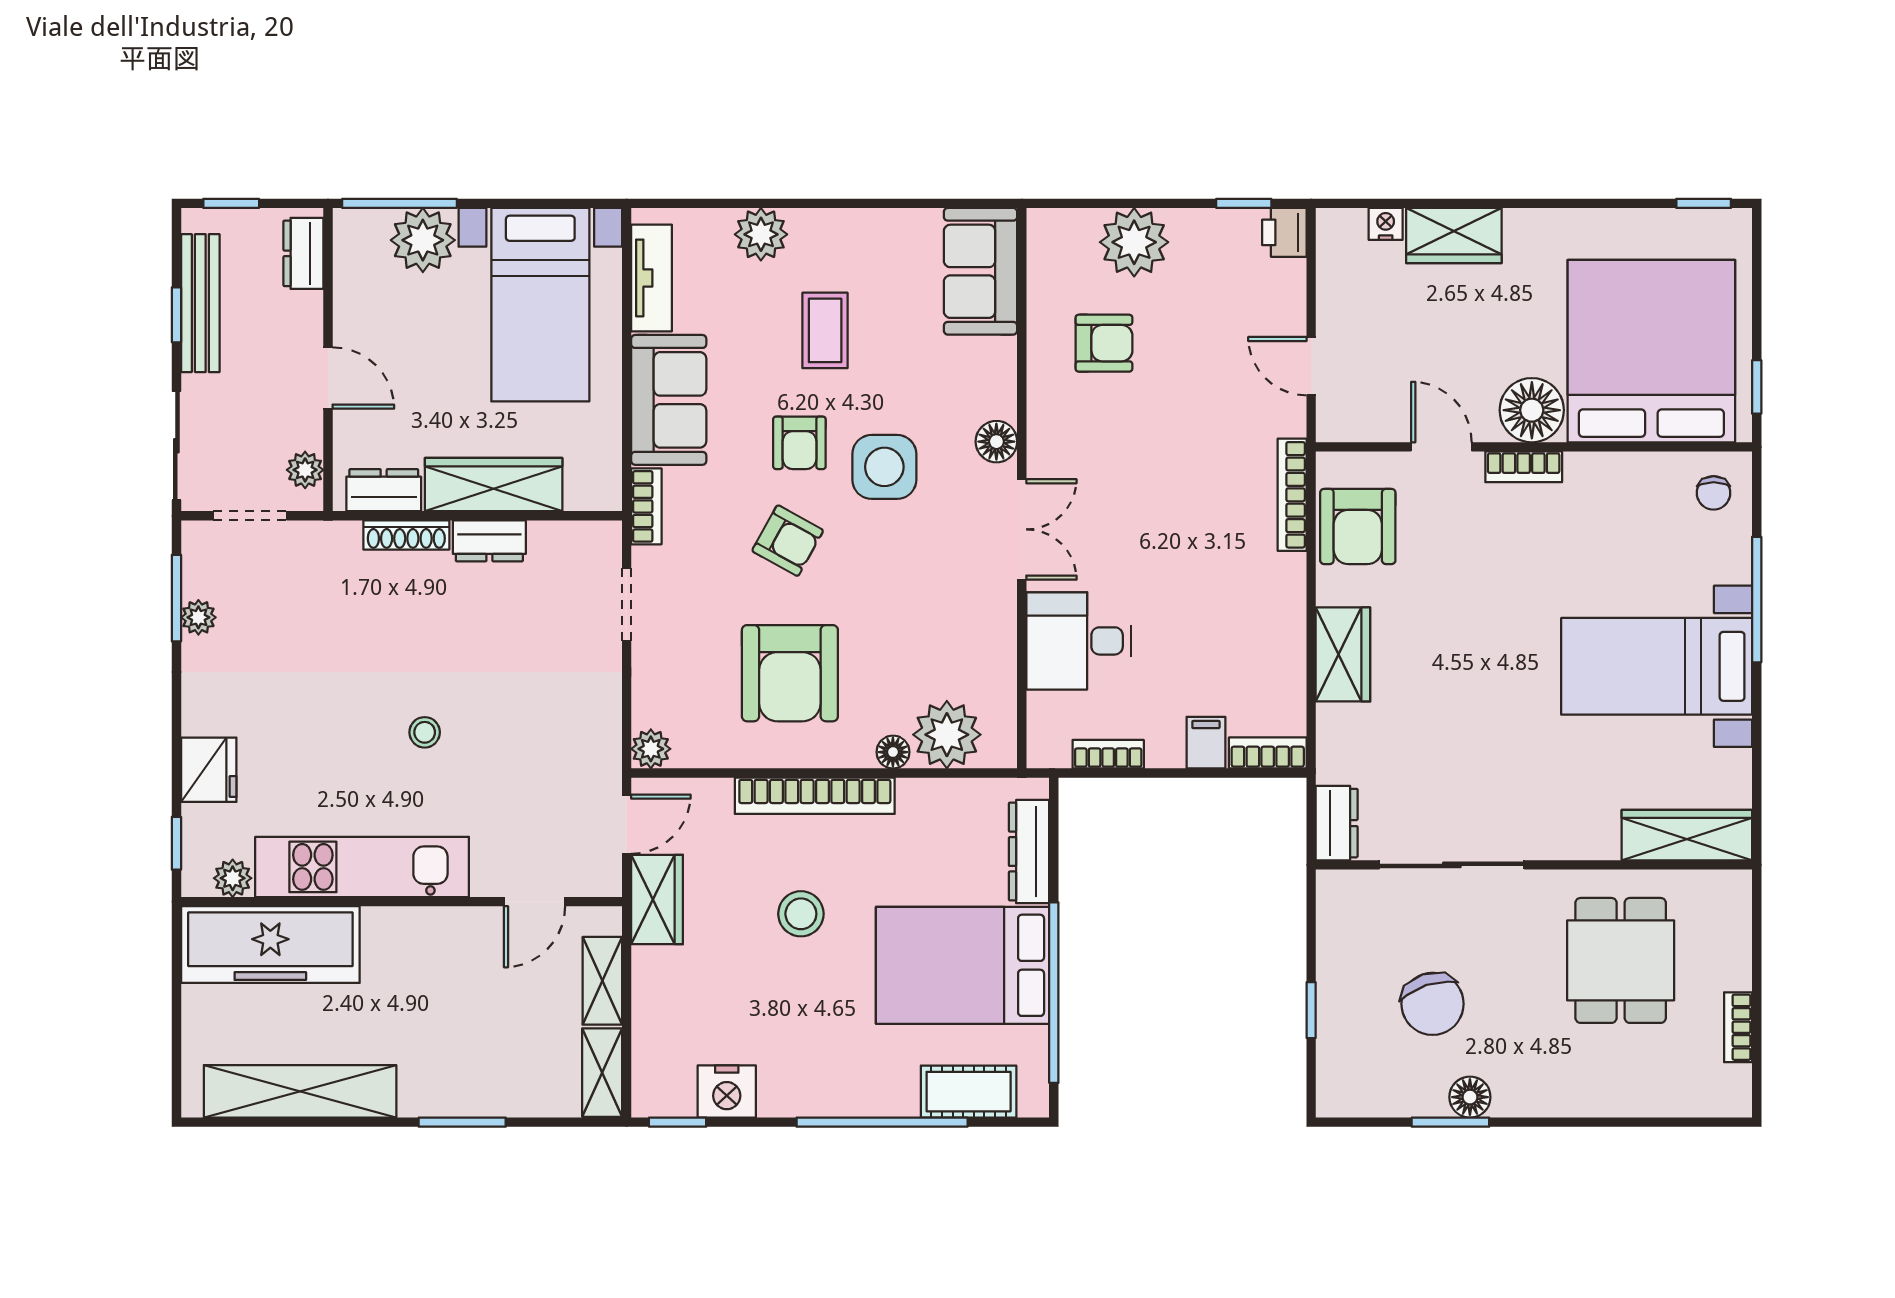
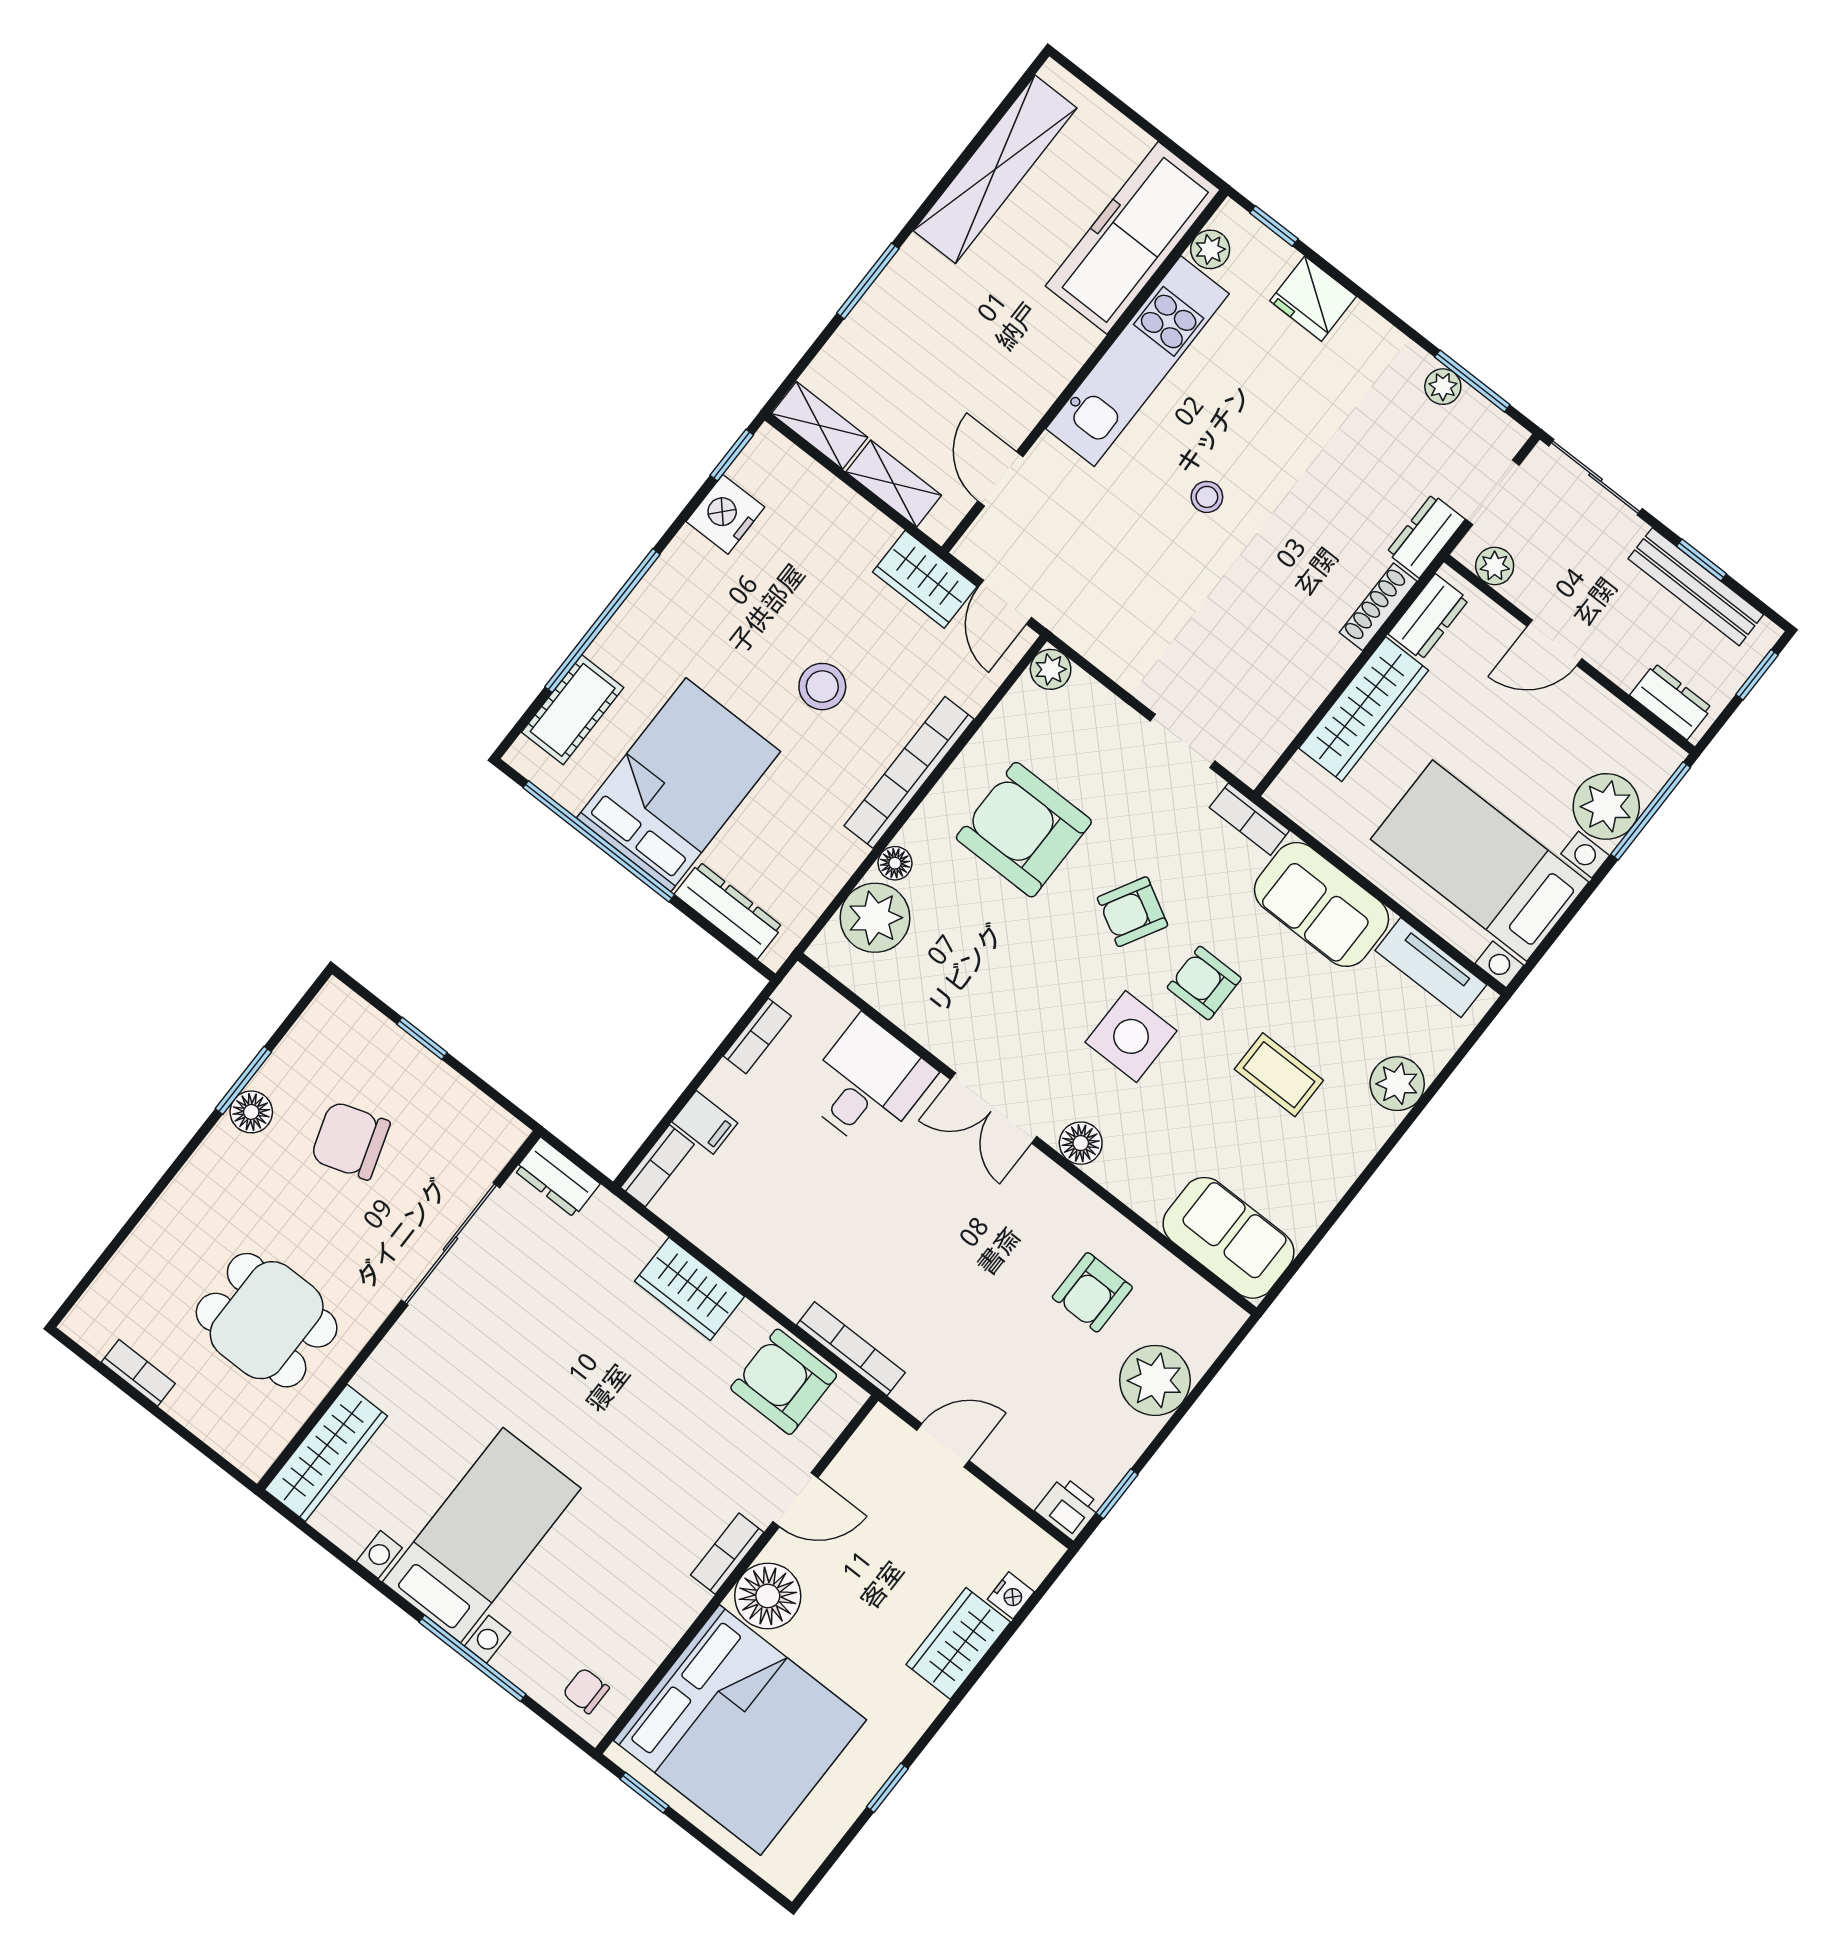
window: (1704, 203) -> (887, 1788), moved
dresser: (489, 541) -> (1426, 536), moved

